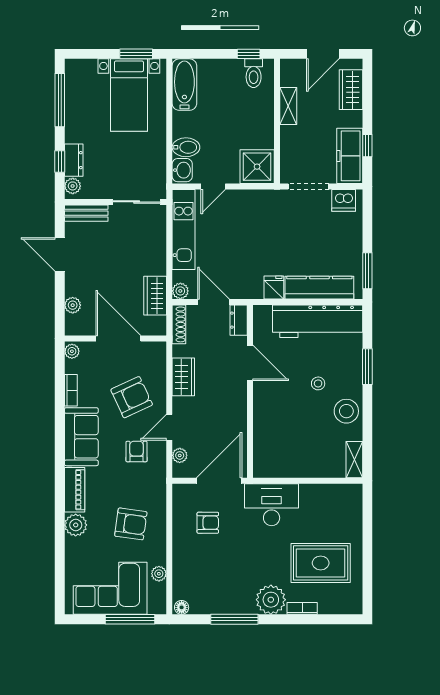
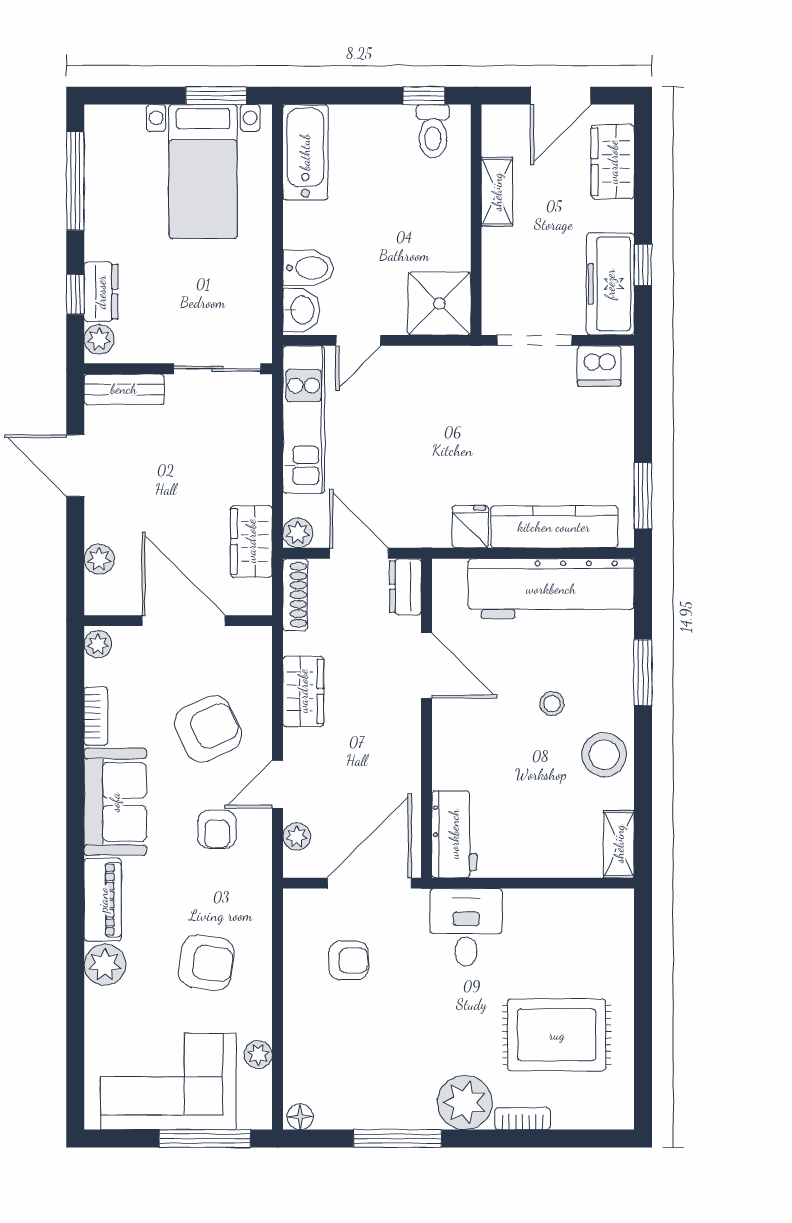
armchair: (137, 452) -> (217, 829), turned 180
workbench: (265, 454) -> (454, 834), added
desk: (272, 505) -> (466, 927), width x0.73

